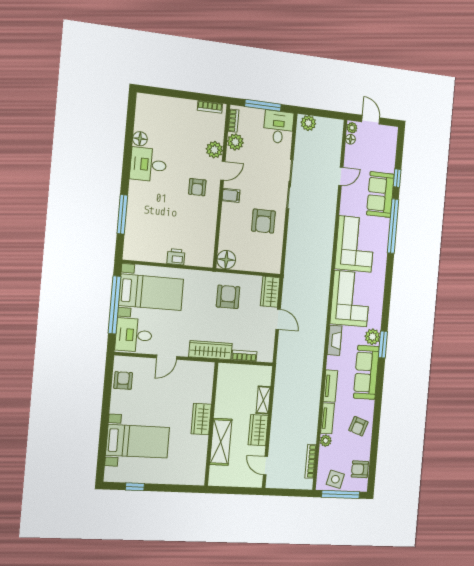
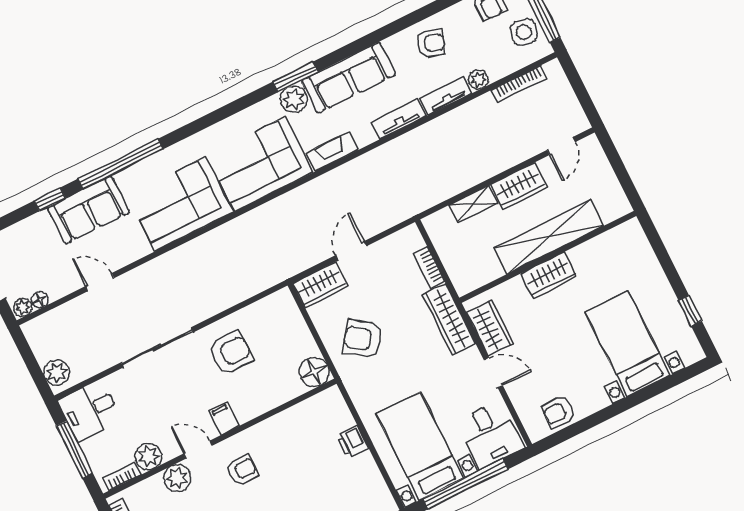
armchair: (228, 297) -> (363, 339), turned 35
wardrobe: (192, 370) -> (490, 328), added
shelving: (221, 442) -> (549, 237), width x1.47

